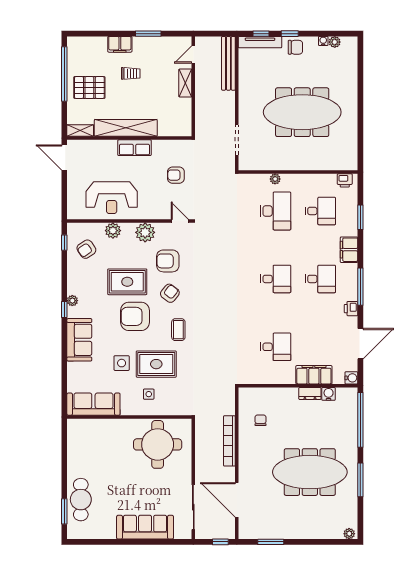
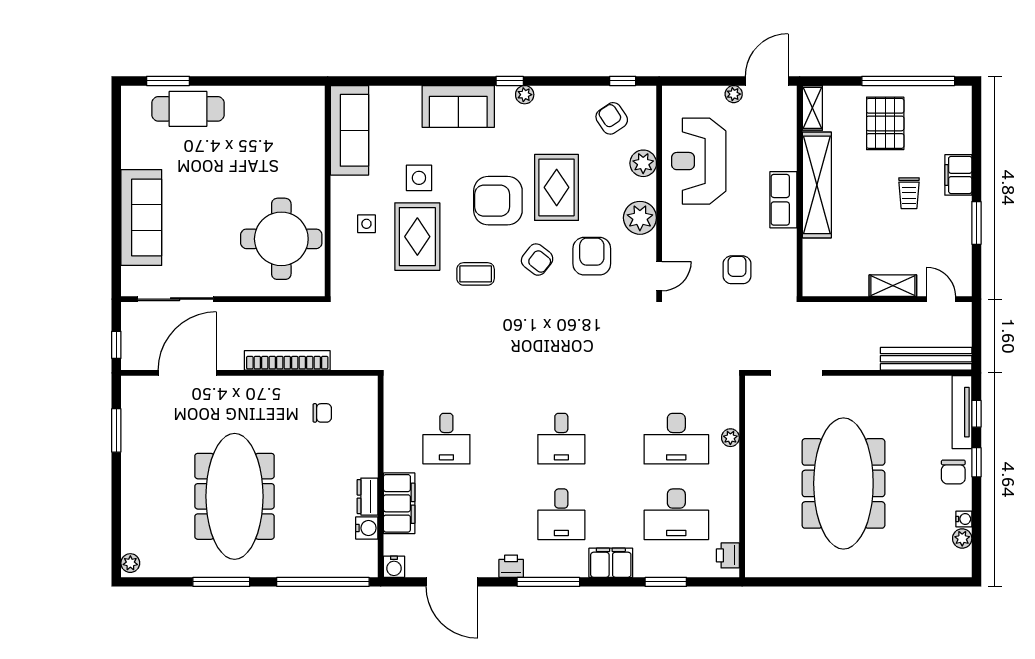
plant: (72, 177) -> (734, 94), added
desk: (320, 211) -> (676, 514), width x1.37
armchair: (135, 316) -> (498, 201), turned -90

